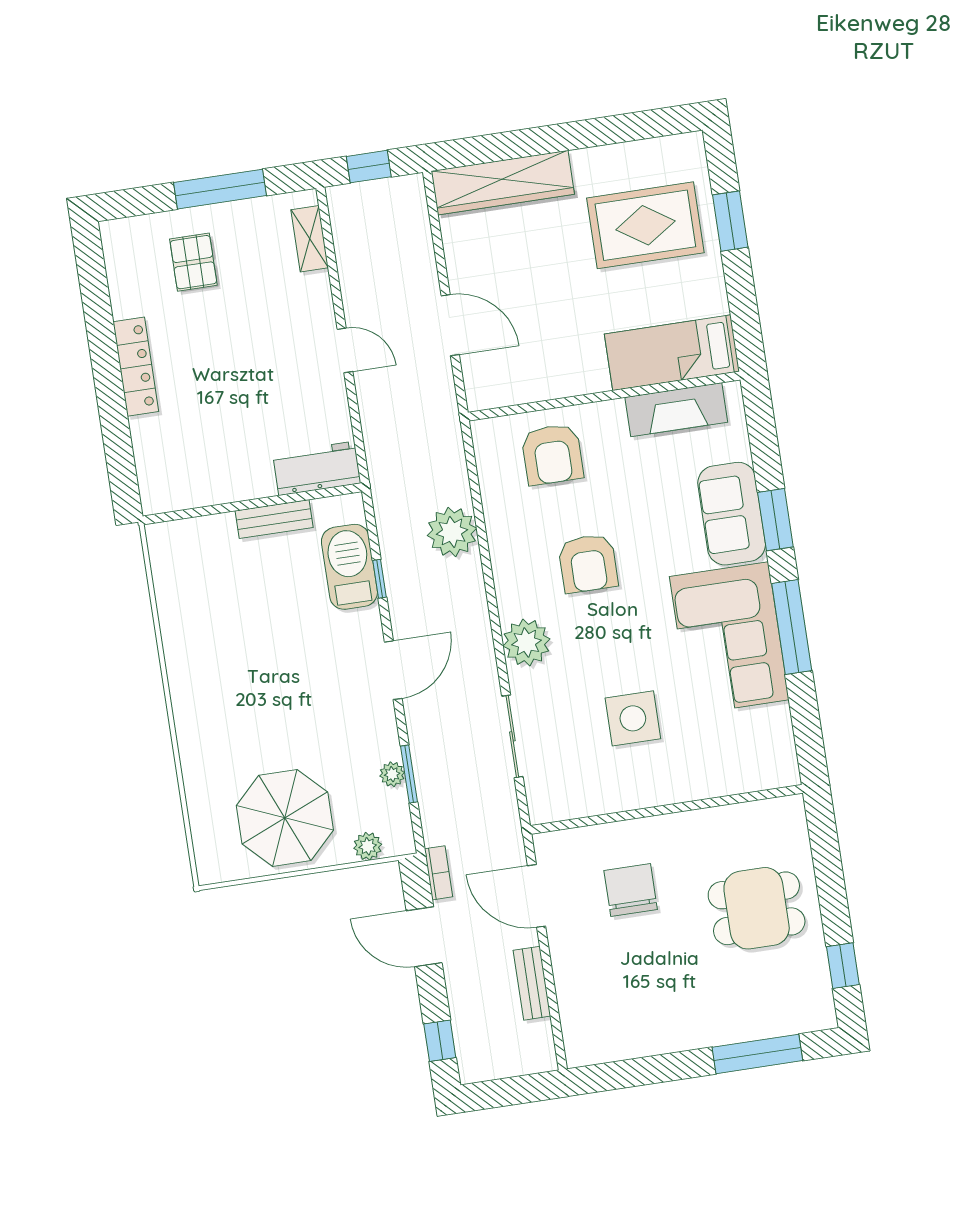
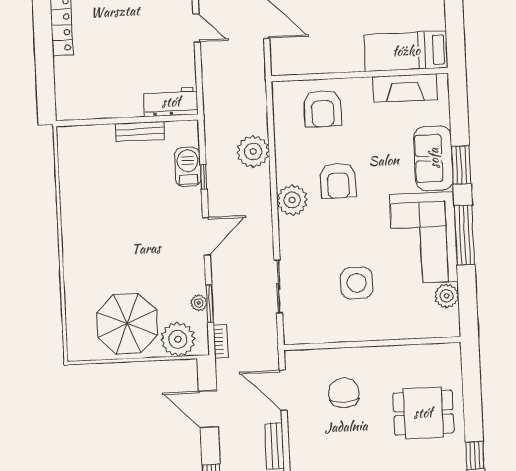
barbecue: (349, 567) -> (188, 167), width x0.73, depth x0.83
plant: (526, 642) -> (292, 200), moved
plant: (774, 724) -> (447, 296), added
plant: (368, 846) -> (178, 339), width x1.88, depth x1.88
bookcase: (439, 873) -> (221, 341), moved

